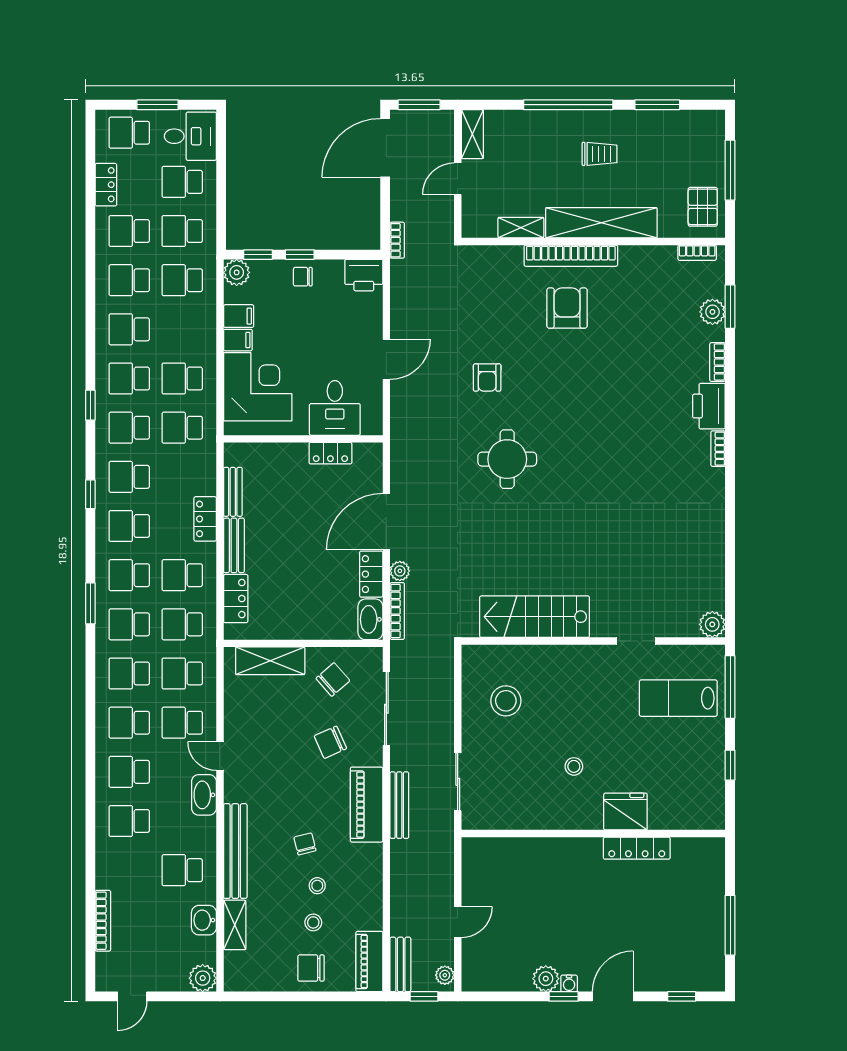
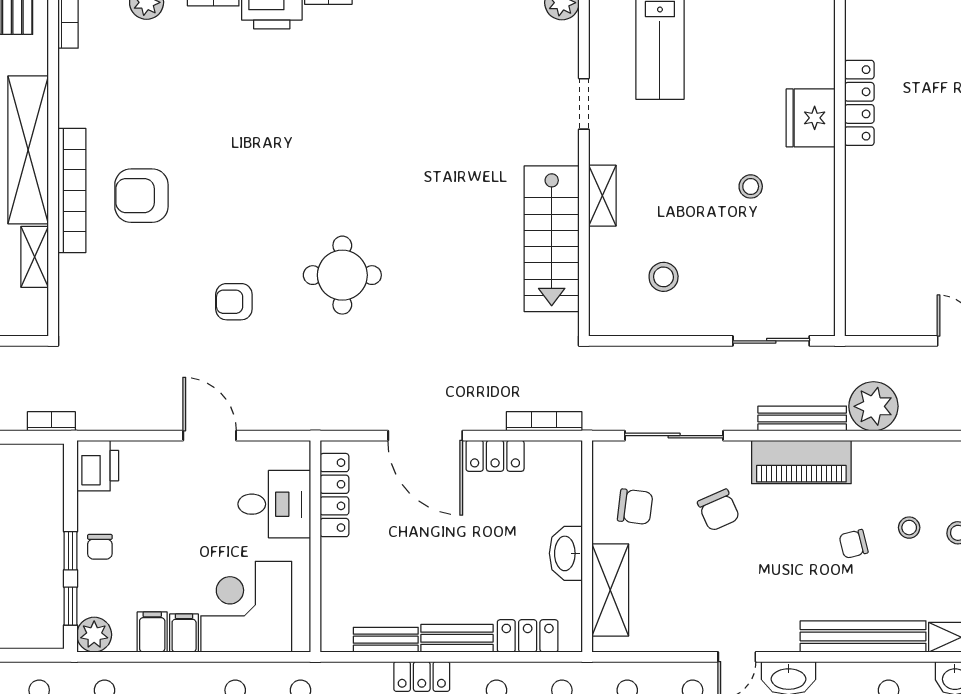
armchair: (487, 378) -> (234, 302), turned 180
locker: (330, 453) -> (334, 495), width x1.53
plant: (400, 571) -> (873, 406), moved, width x1.87, depth x1.87
washbasin: (370, 619) -> (566, 553), moved, turned 90
shelving: (567, 655) -> (602, 196), added
chair: (333, 679) -> (635, 507), turned 138
stool: (506, 701) -> (664, 277), width x0.73, depth x0.73

